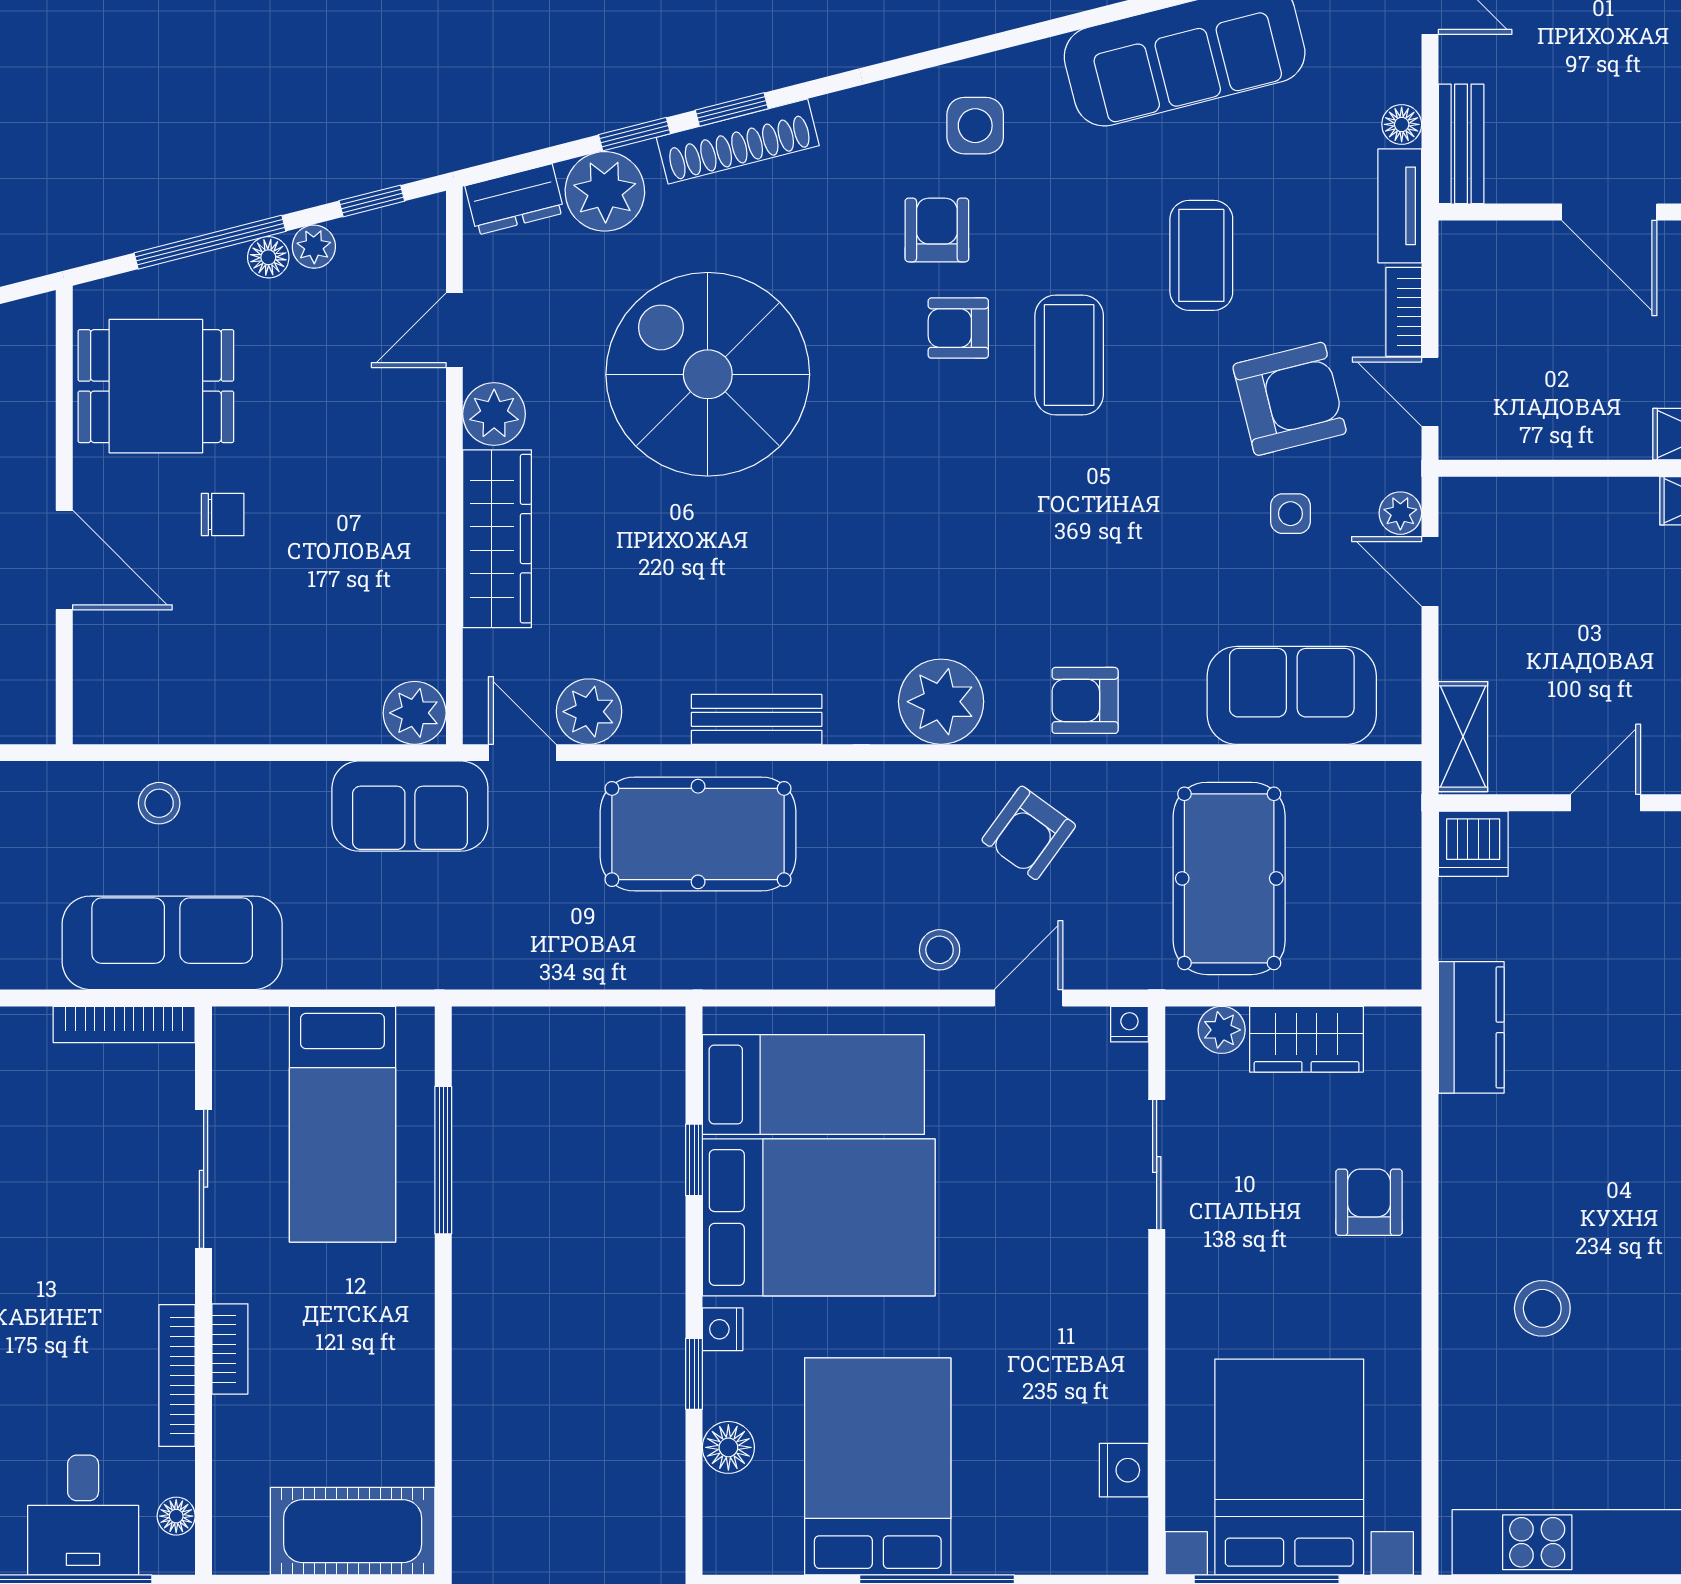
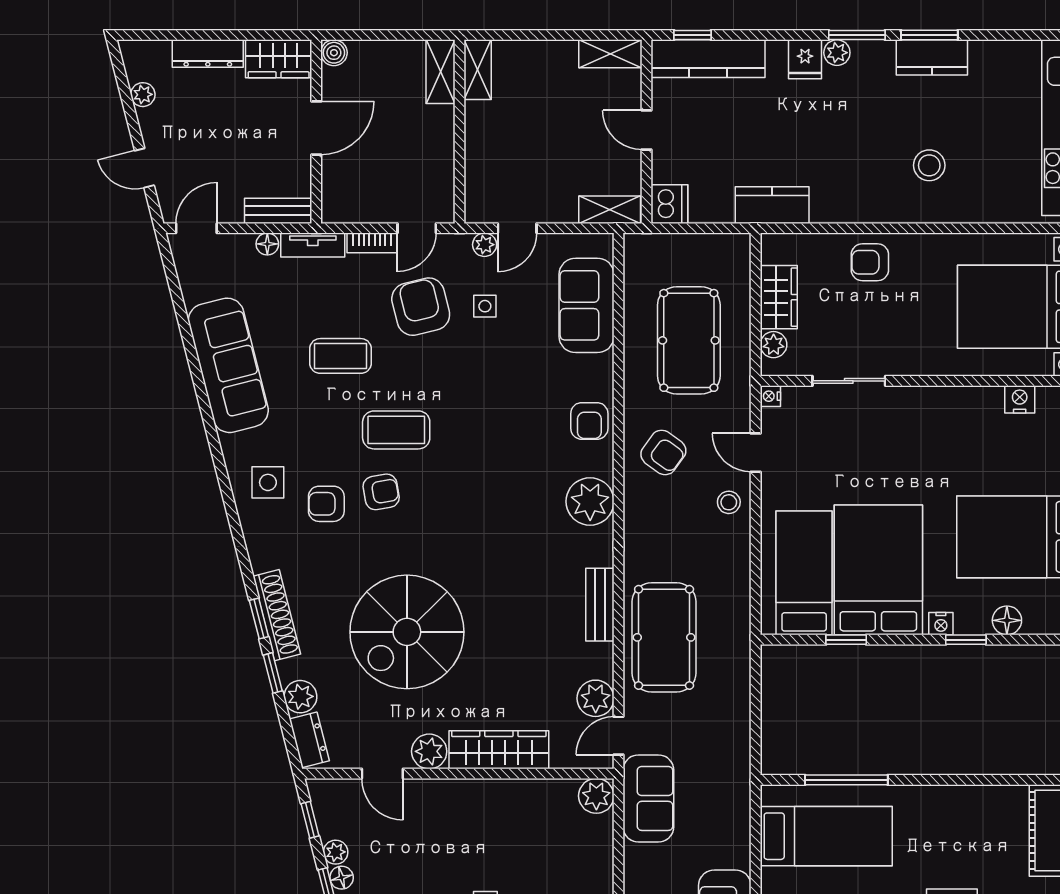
plant: (605, 191) -> (300, 697), width x0.73, depth x0.73
armchair: (958, 328) -> (381, 492), turned -100
pool table: (1229, 878) -> (689, 340), turned 90

